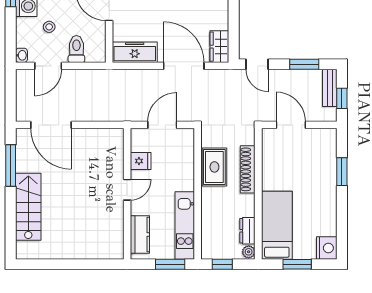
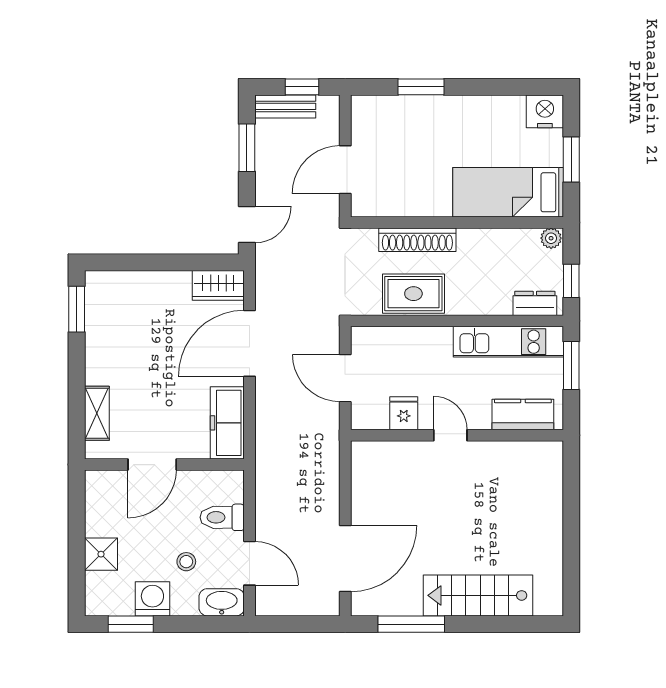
washbasin: (21, 55) -> (222, 602), width x1.91, depth x1.45
dresser: (247, 231) -> (535, 303), moved, turned 180

